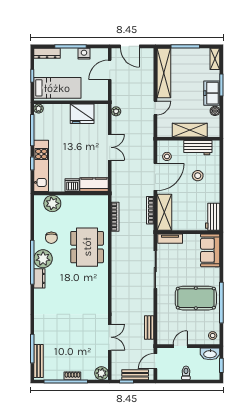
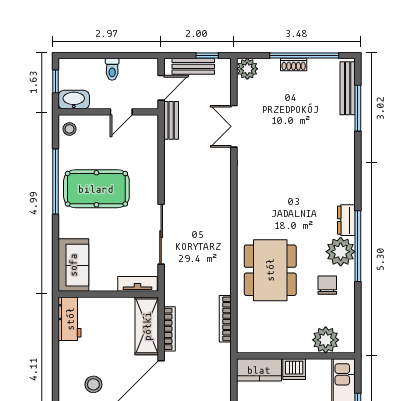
bench: (149, 328) -> (171, 120), moved

